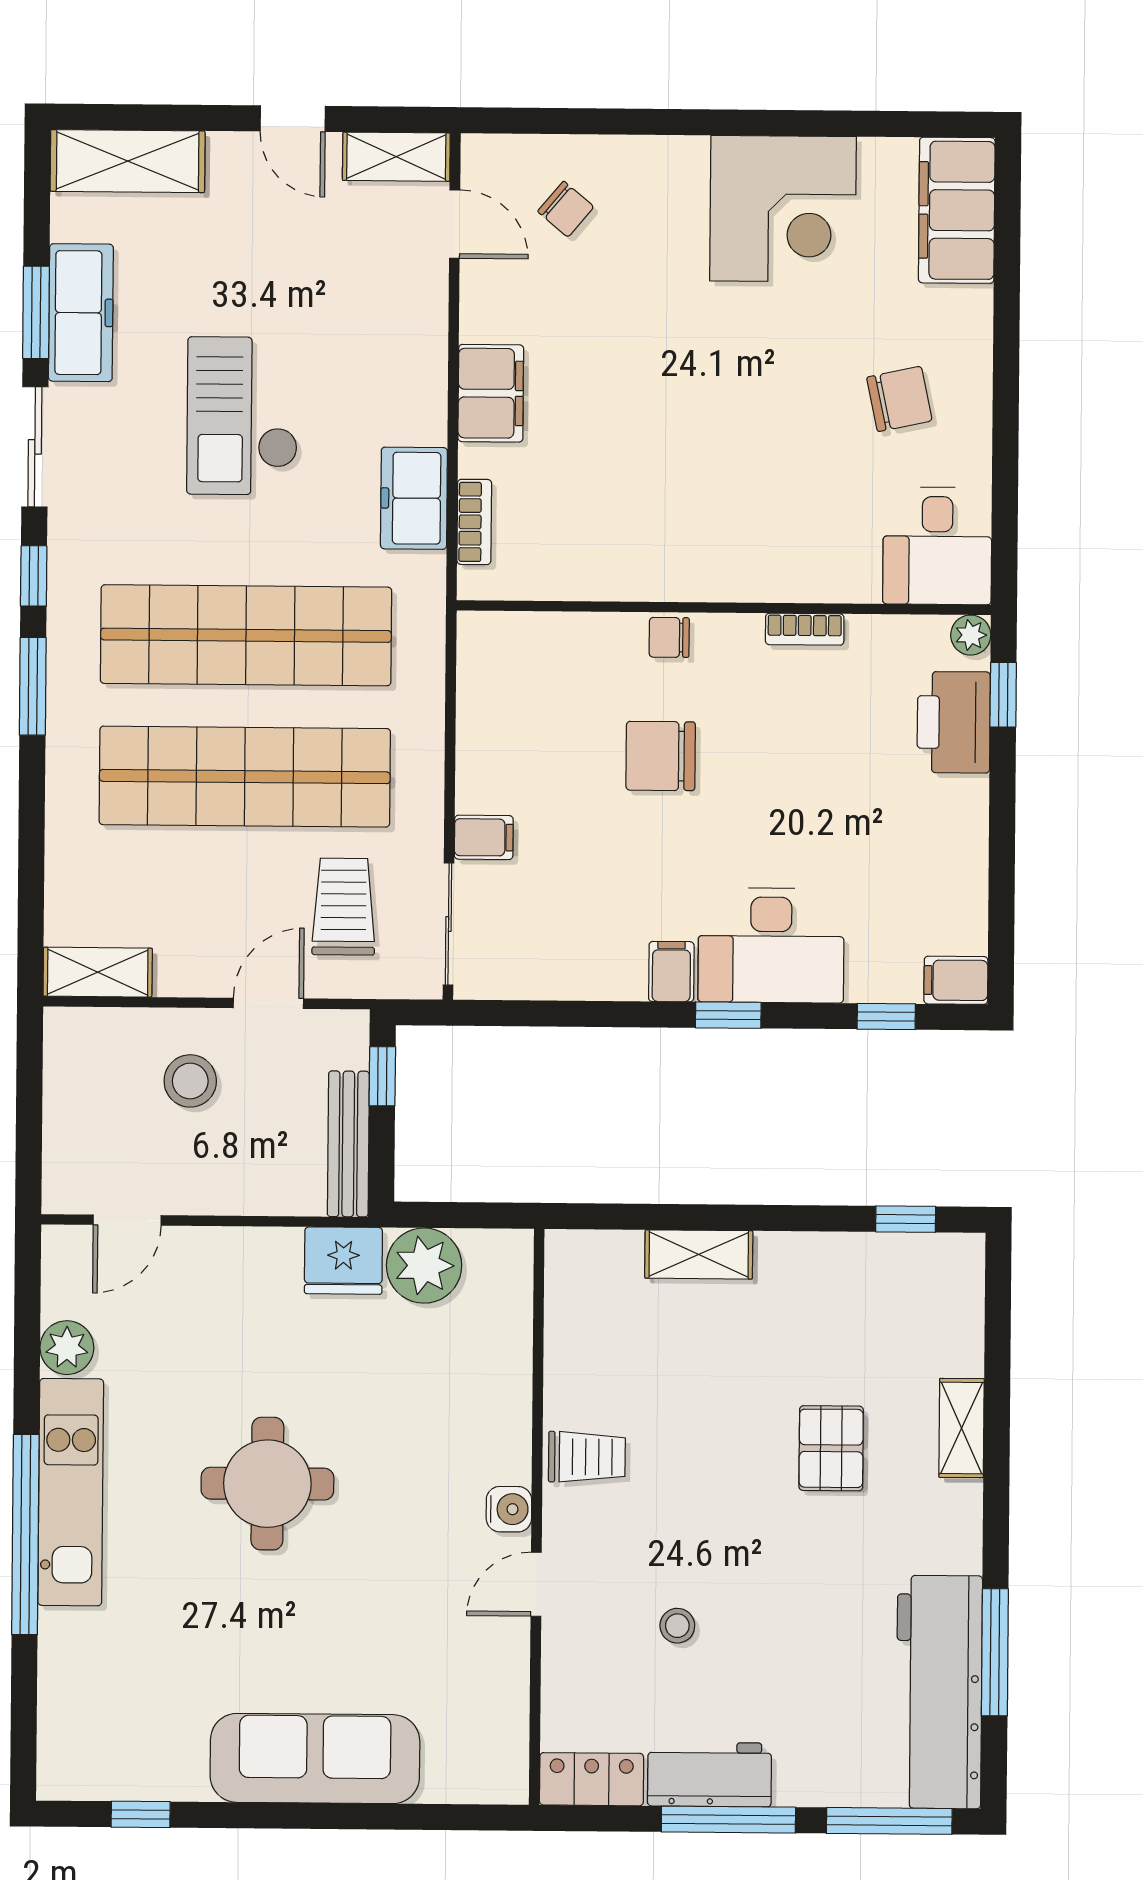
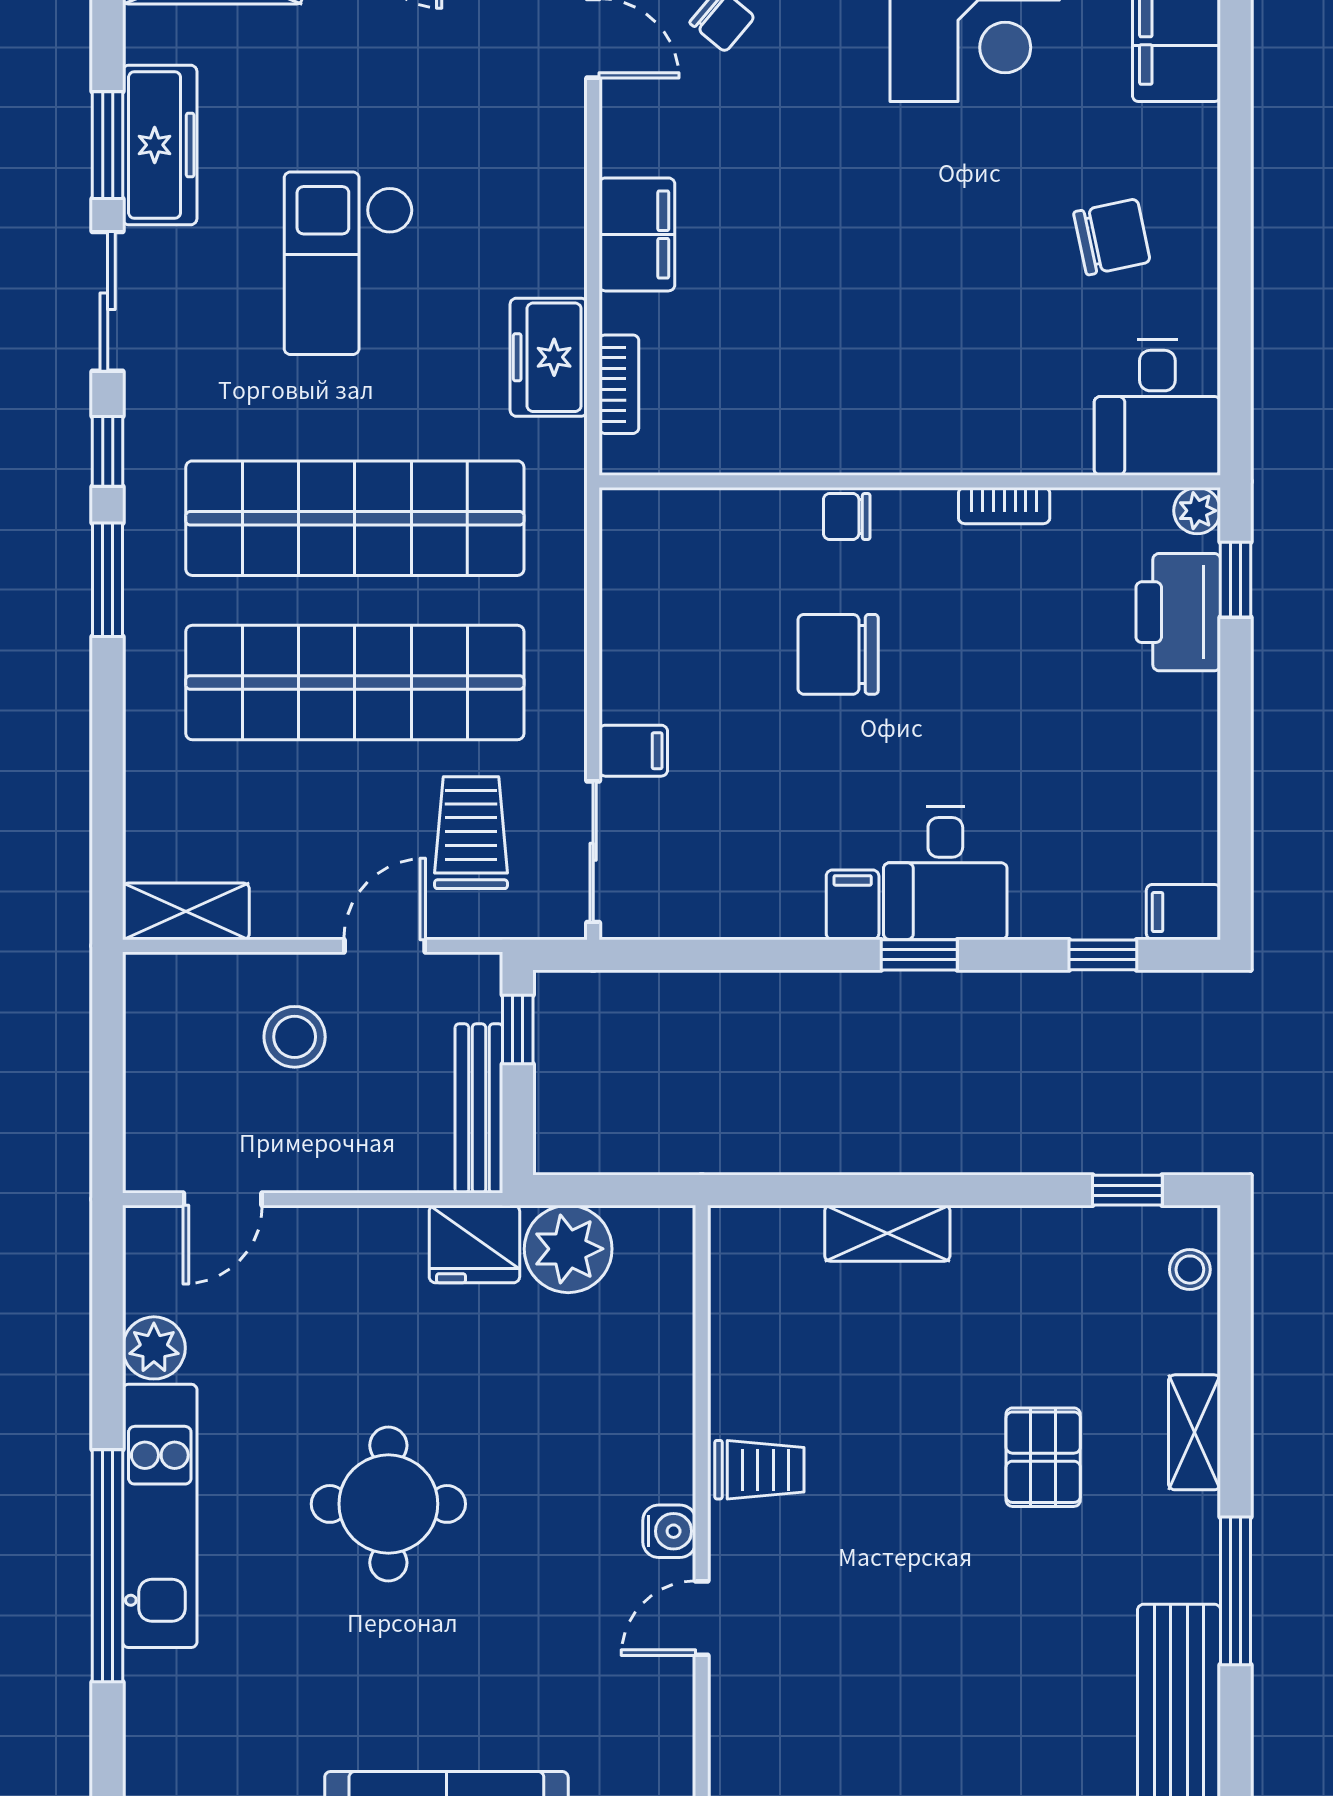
desk: (771, 945) -> (945, 873), width x0.73
stool: (677, 1626) -> (1190, 1270), moved
window: (995, 1652) -> (1236, 1591), moved

